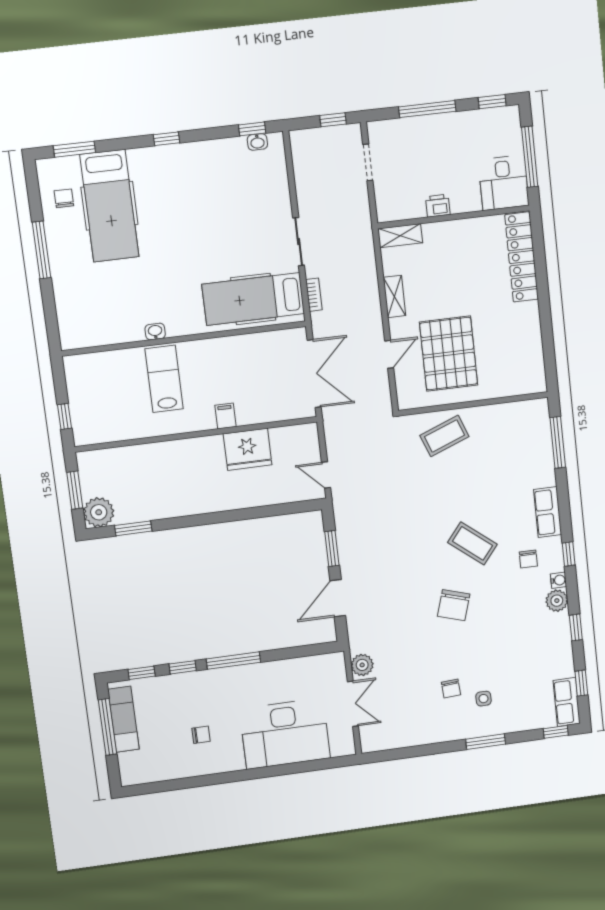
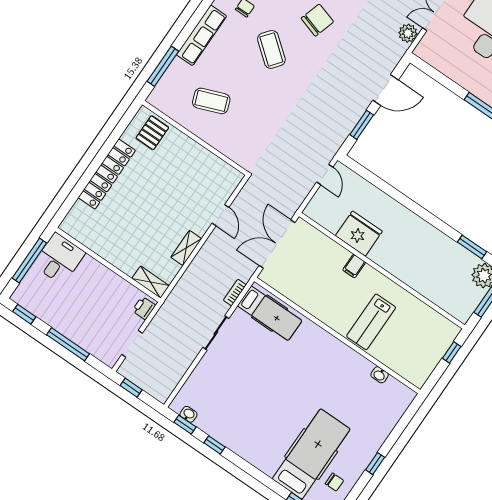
window: (166, 139) -> (215, 445), moved
chair: (64, 198) -> (334, 482), turned -90
printer: (438, 206) -> (144, 308), moved, turned 90
window: (42, 250) -> (375, 464), width x0.46
locker: (522, 257) -> (107, 174), moved
hospital bed: (253, 299) -> (270, 313), width x0.73, depth x0.78
washbasin: (155, 332) -> (380, 375), moved
door: (389, 354) -> (220, 215), swing flipped
pallet: (449, 354) -> (152, 133), moved, width x0.49, depth x0.50
coffee table: (444, 436) -> (211, 101), moved
row of seats: (548, 512) -> (201, 35), width x1.48

